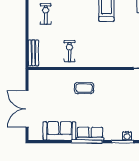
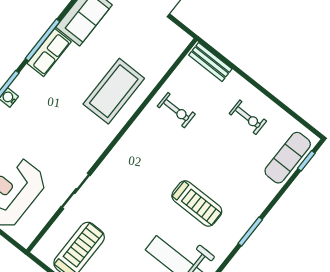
coffee table: (84, 88) -> (114, 91), width x1.86, depth x1.72

